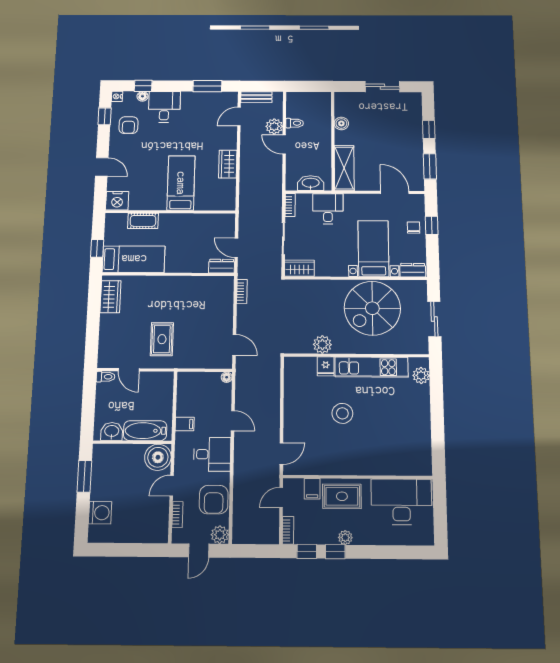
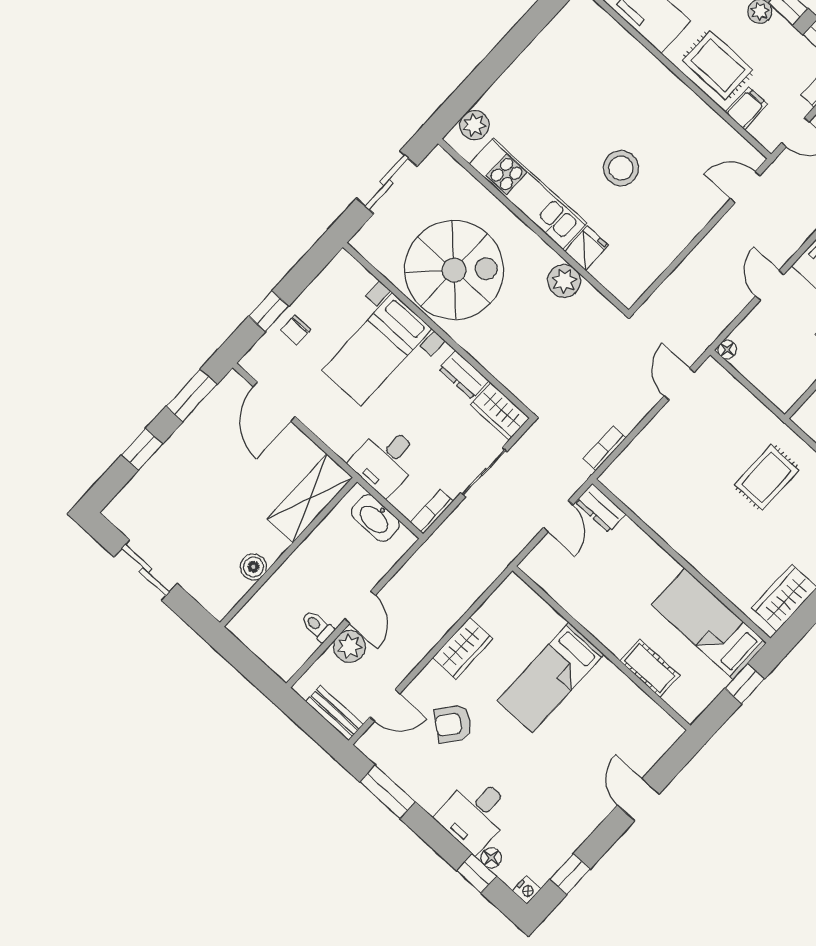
armchair: (129, 125) -> (453, 724), moved, turned -142
nightstand: (117, 201) -> (659, 730), removed
dresser: (413, 270) -> (464, 375), moved

